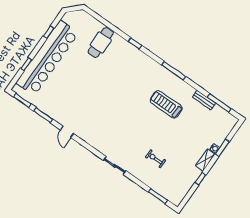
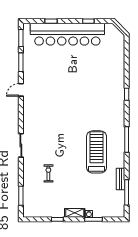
cafe table: (101, 42) -> (109, 67), removed
treadmill: (166, 104) -> (97, 152), width x1.37, depth x1.37

